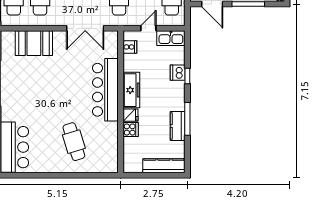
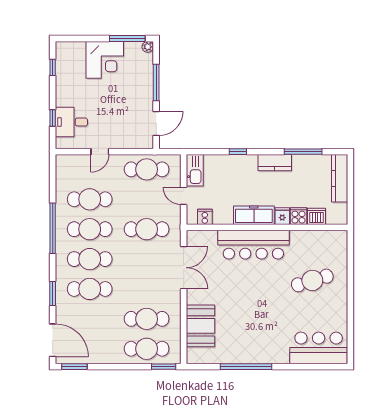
dishwasher: (178, 73) -> (316, 216), moved, turned 180
window: (187, 119) -> (303, 152), moved
kitchen counter: (178, 126) -> (275, 163), moved

